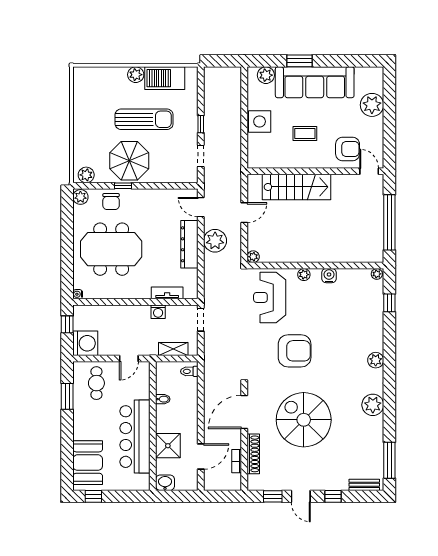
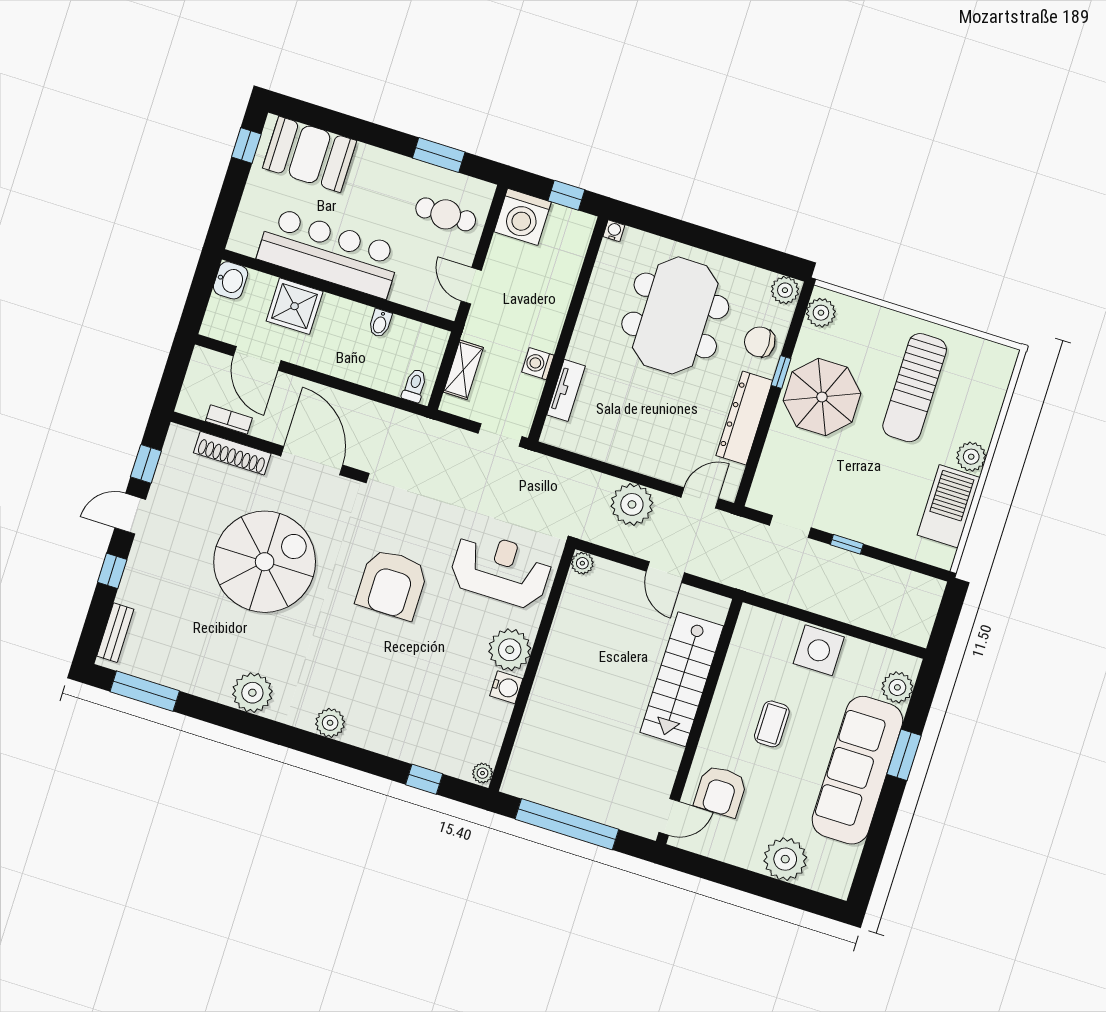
sun lounger: (144, 119) -> (915, 388), moved
dresser: (189, 244) -> (744, 418), moved, turned -90
plant: (304, 275) -> (510, 650), width x1.87, depth x1.87

